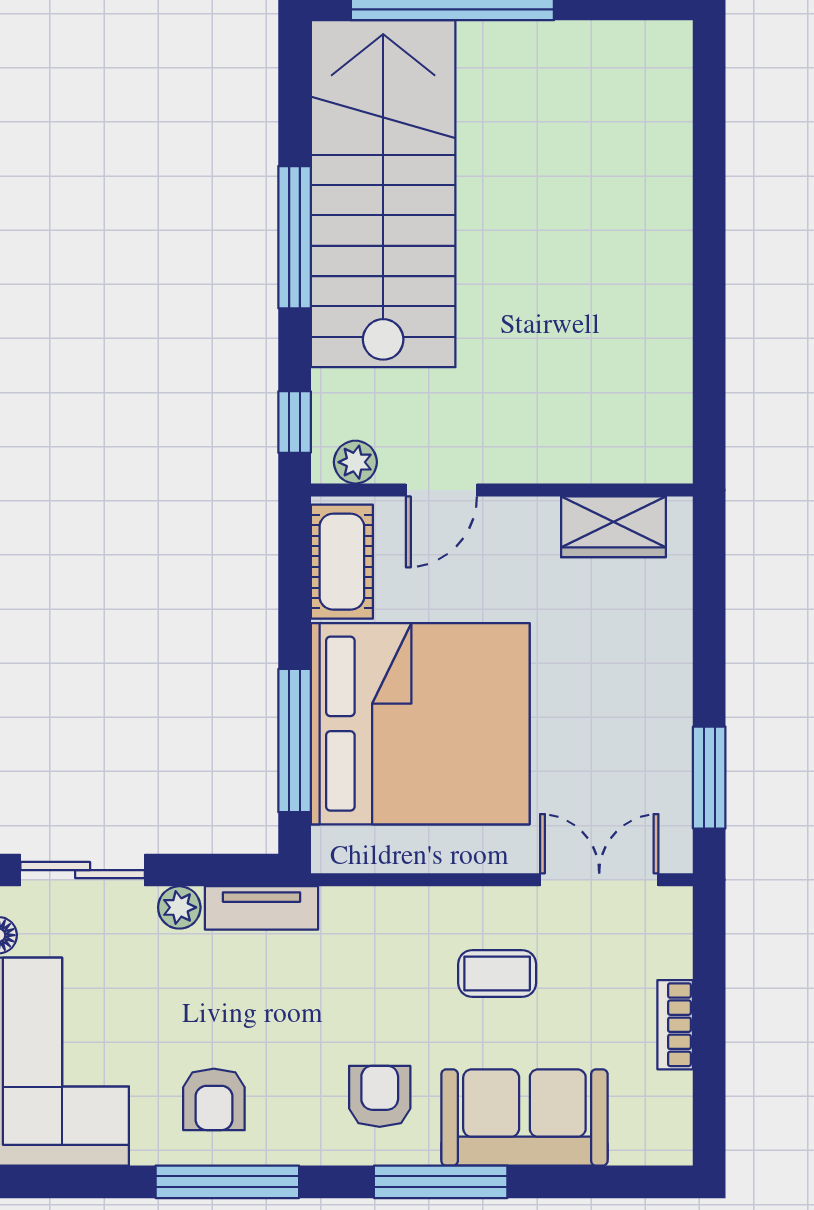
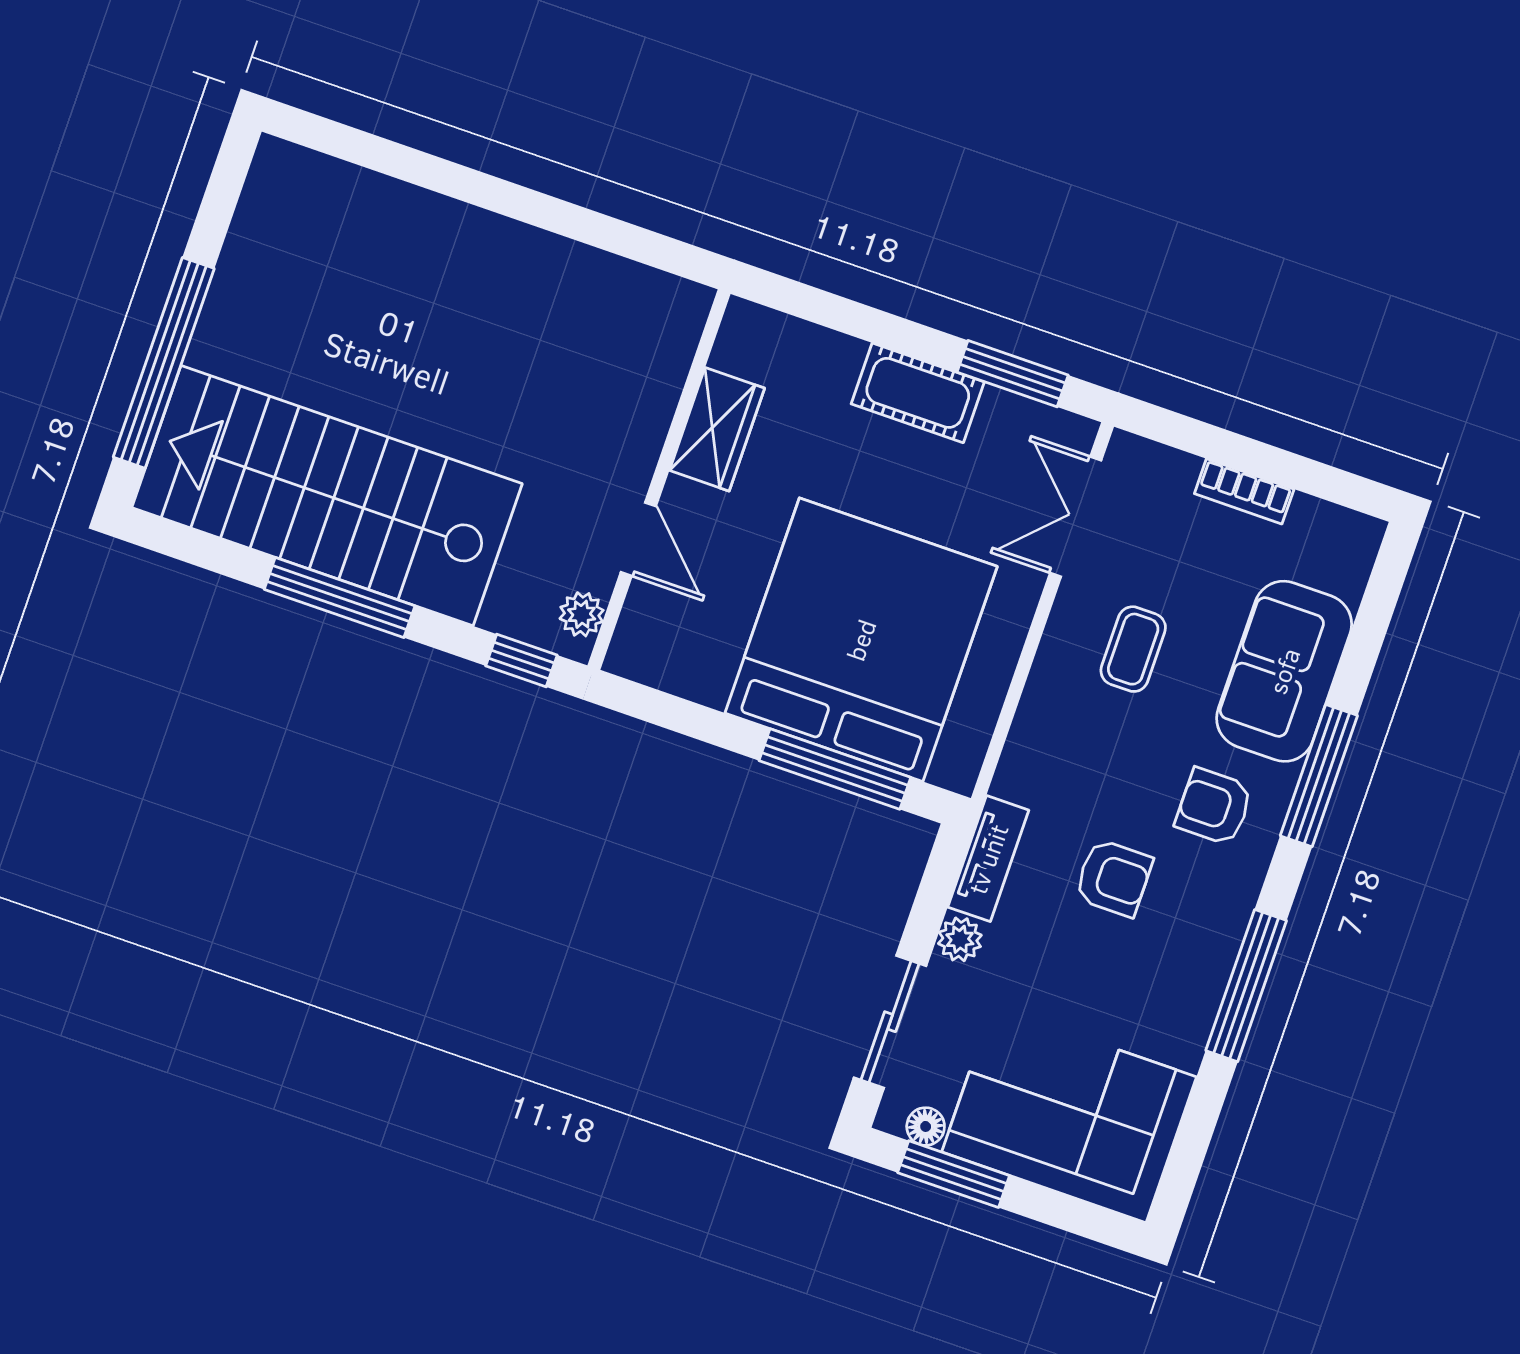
wardrobe: (613, 527) -> (717, 429), moved
cot: (342, 562) -> (918, 393), moved
armchair: (214, 1099) -> (1113, 878), moved

